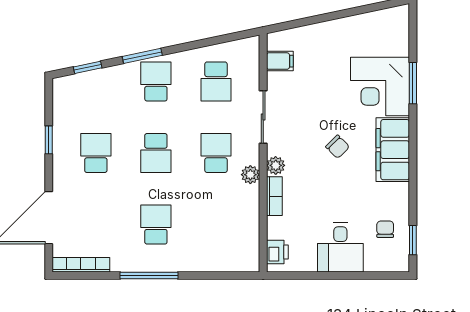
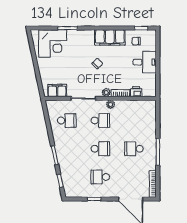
filing cabinet: (280, 61) -> (57, 91), width x2.00
school desk: (156, 81) -> (67, 149), removed
corner desk: (380, 86) -> (53, 43), moved
filing cabinet: (393, 150) -> (110, 37), moved
school desk: (216, 153) -> (100, 121), turned 180
printer: (277, 252) -> (136, 92), moved

